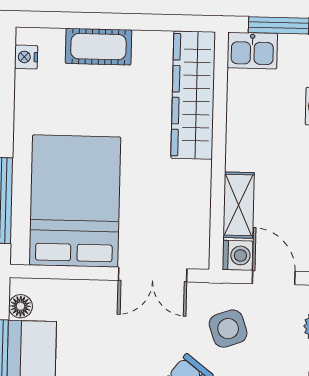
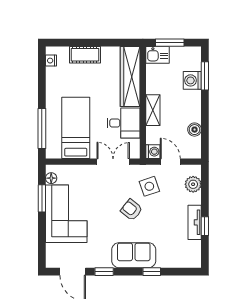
desk: (177, 193) -> (124, 123), added
bed: (75, 201) -> (76, 128), width x0.67
shelving: (239, 205) -> (153, 110), moved
double door: (153, 275) -> (113, 162), swing flipped

